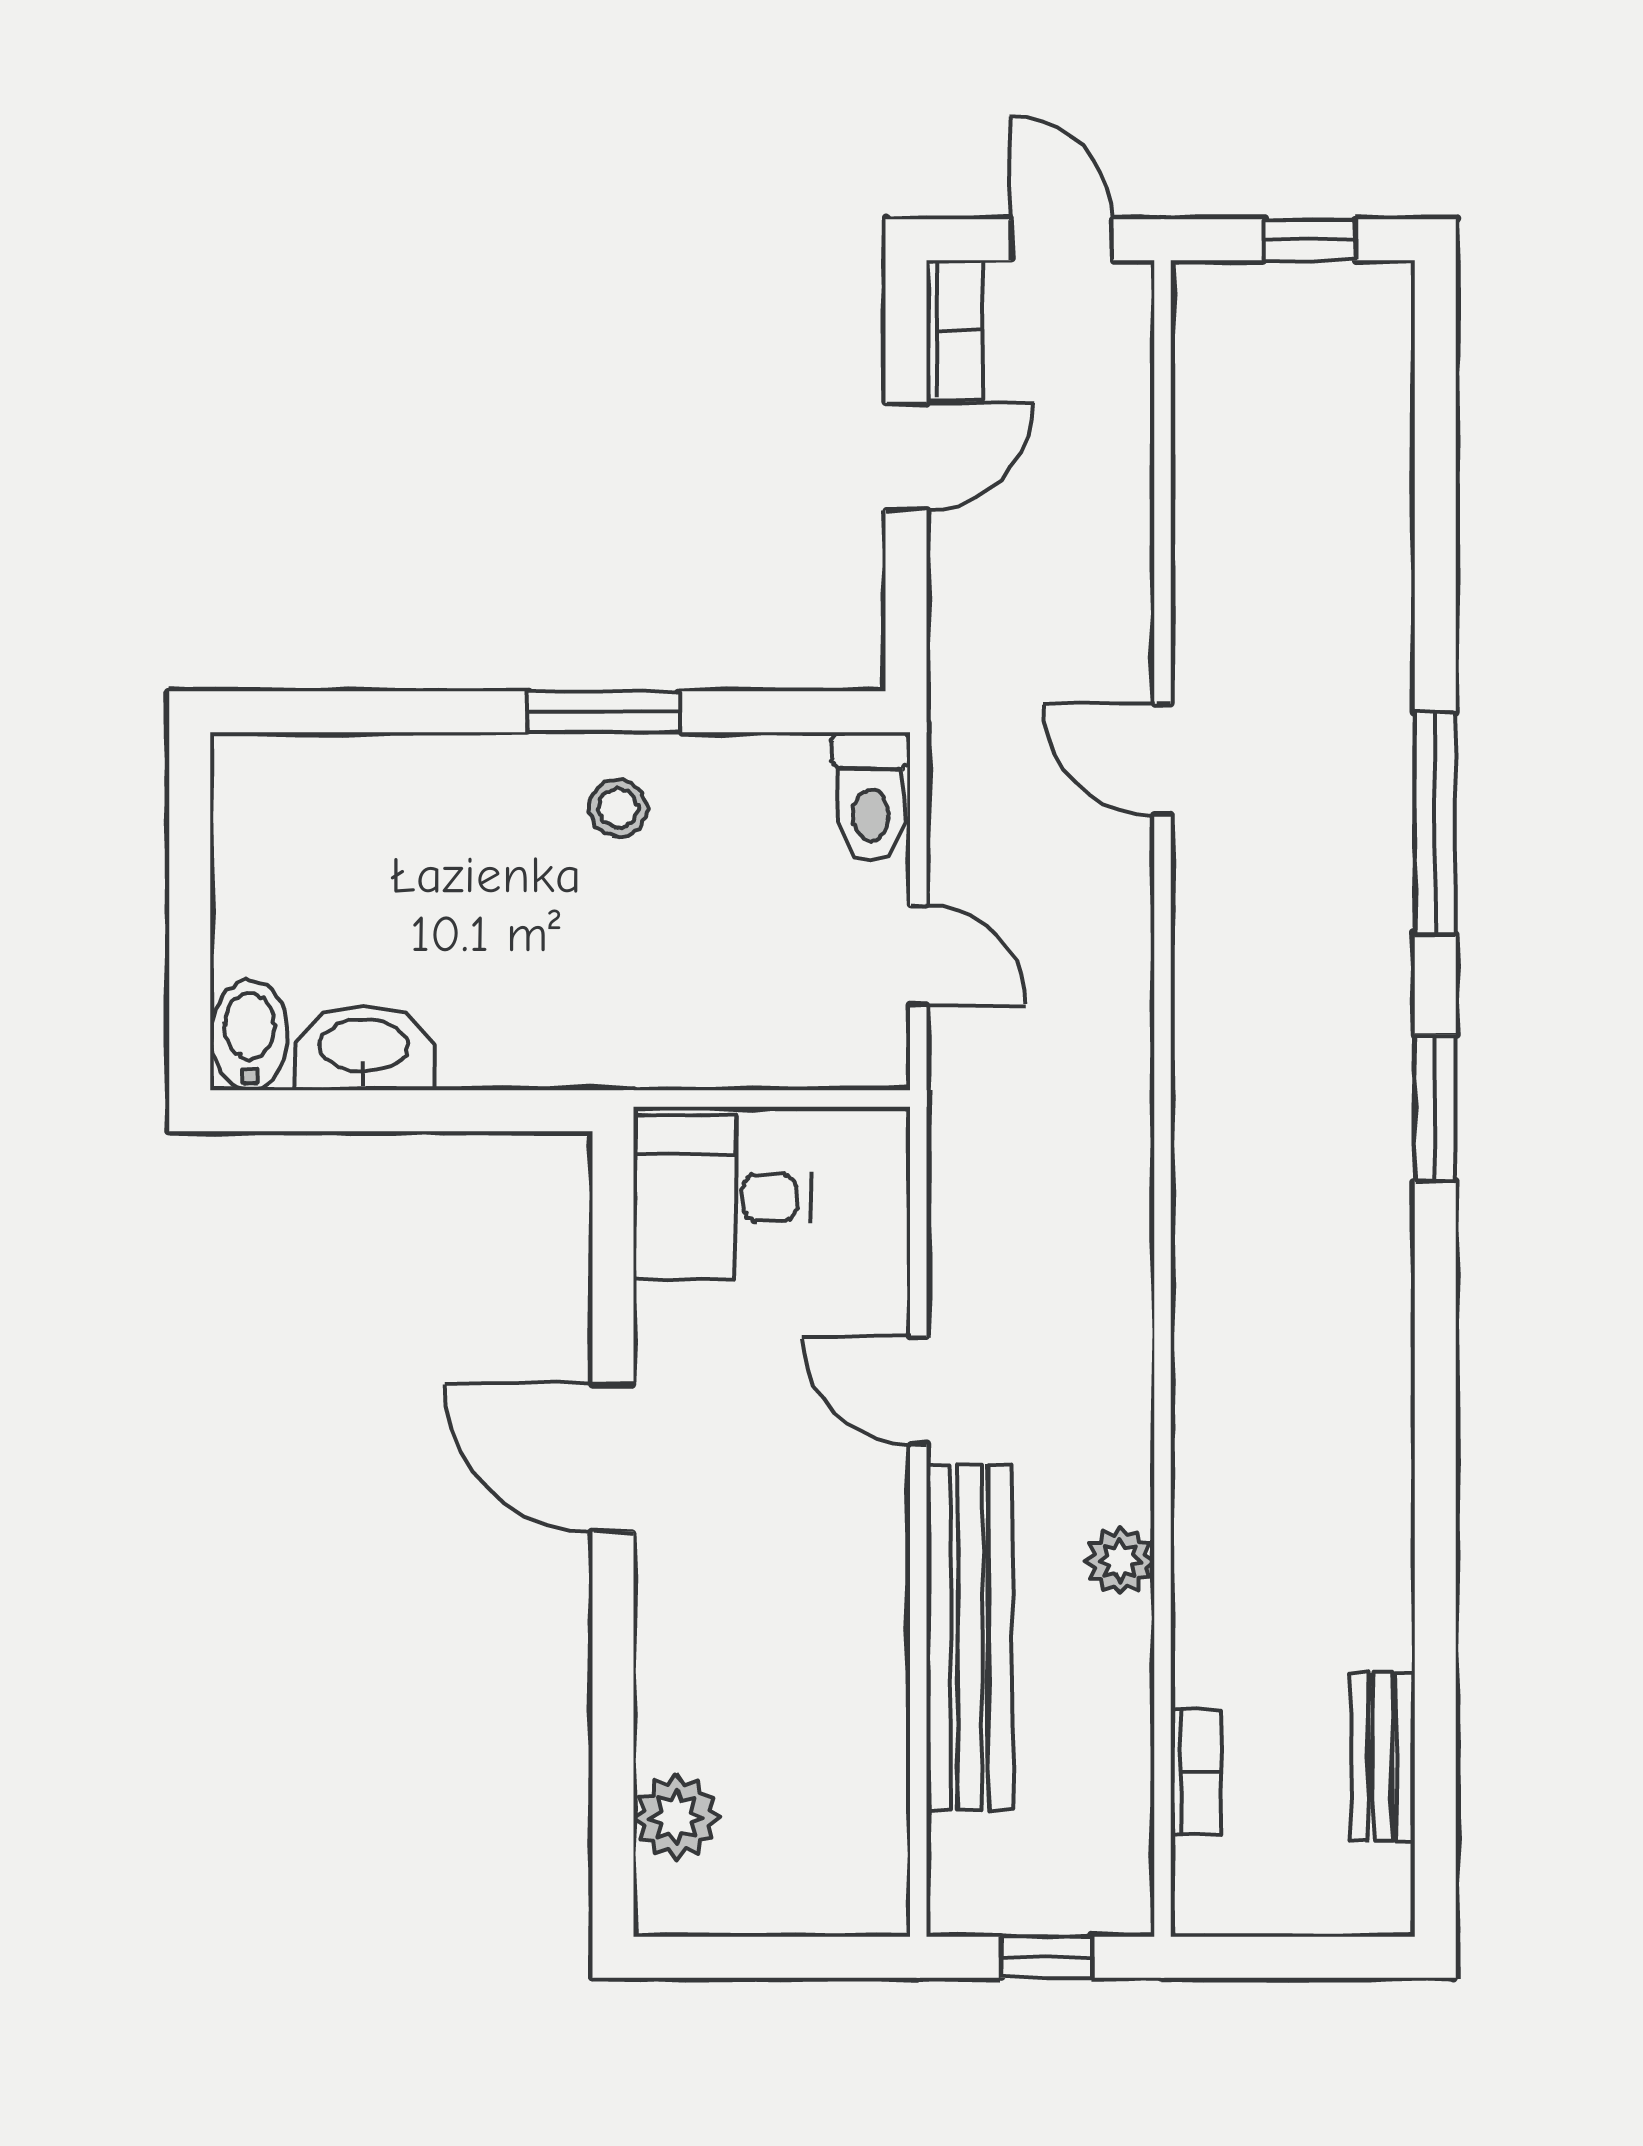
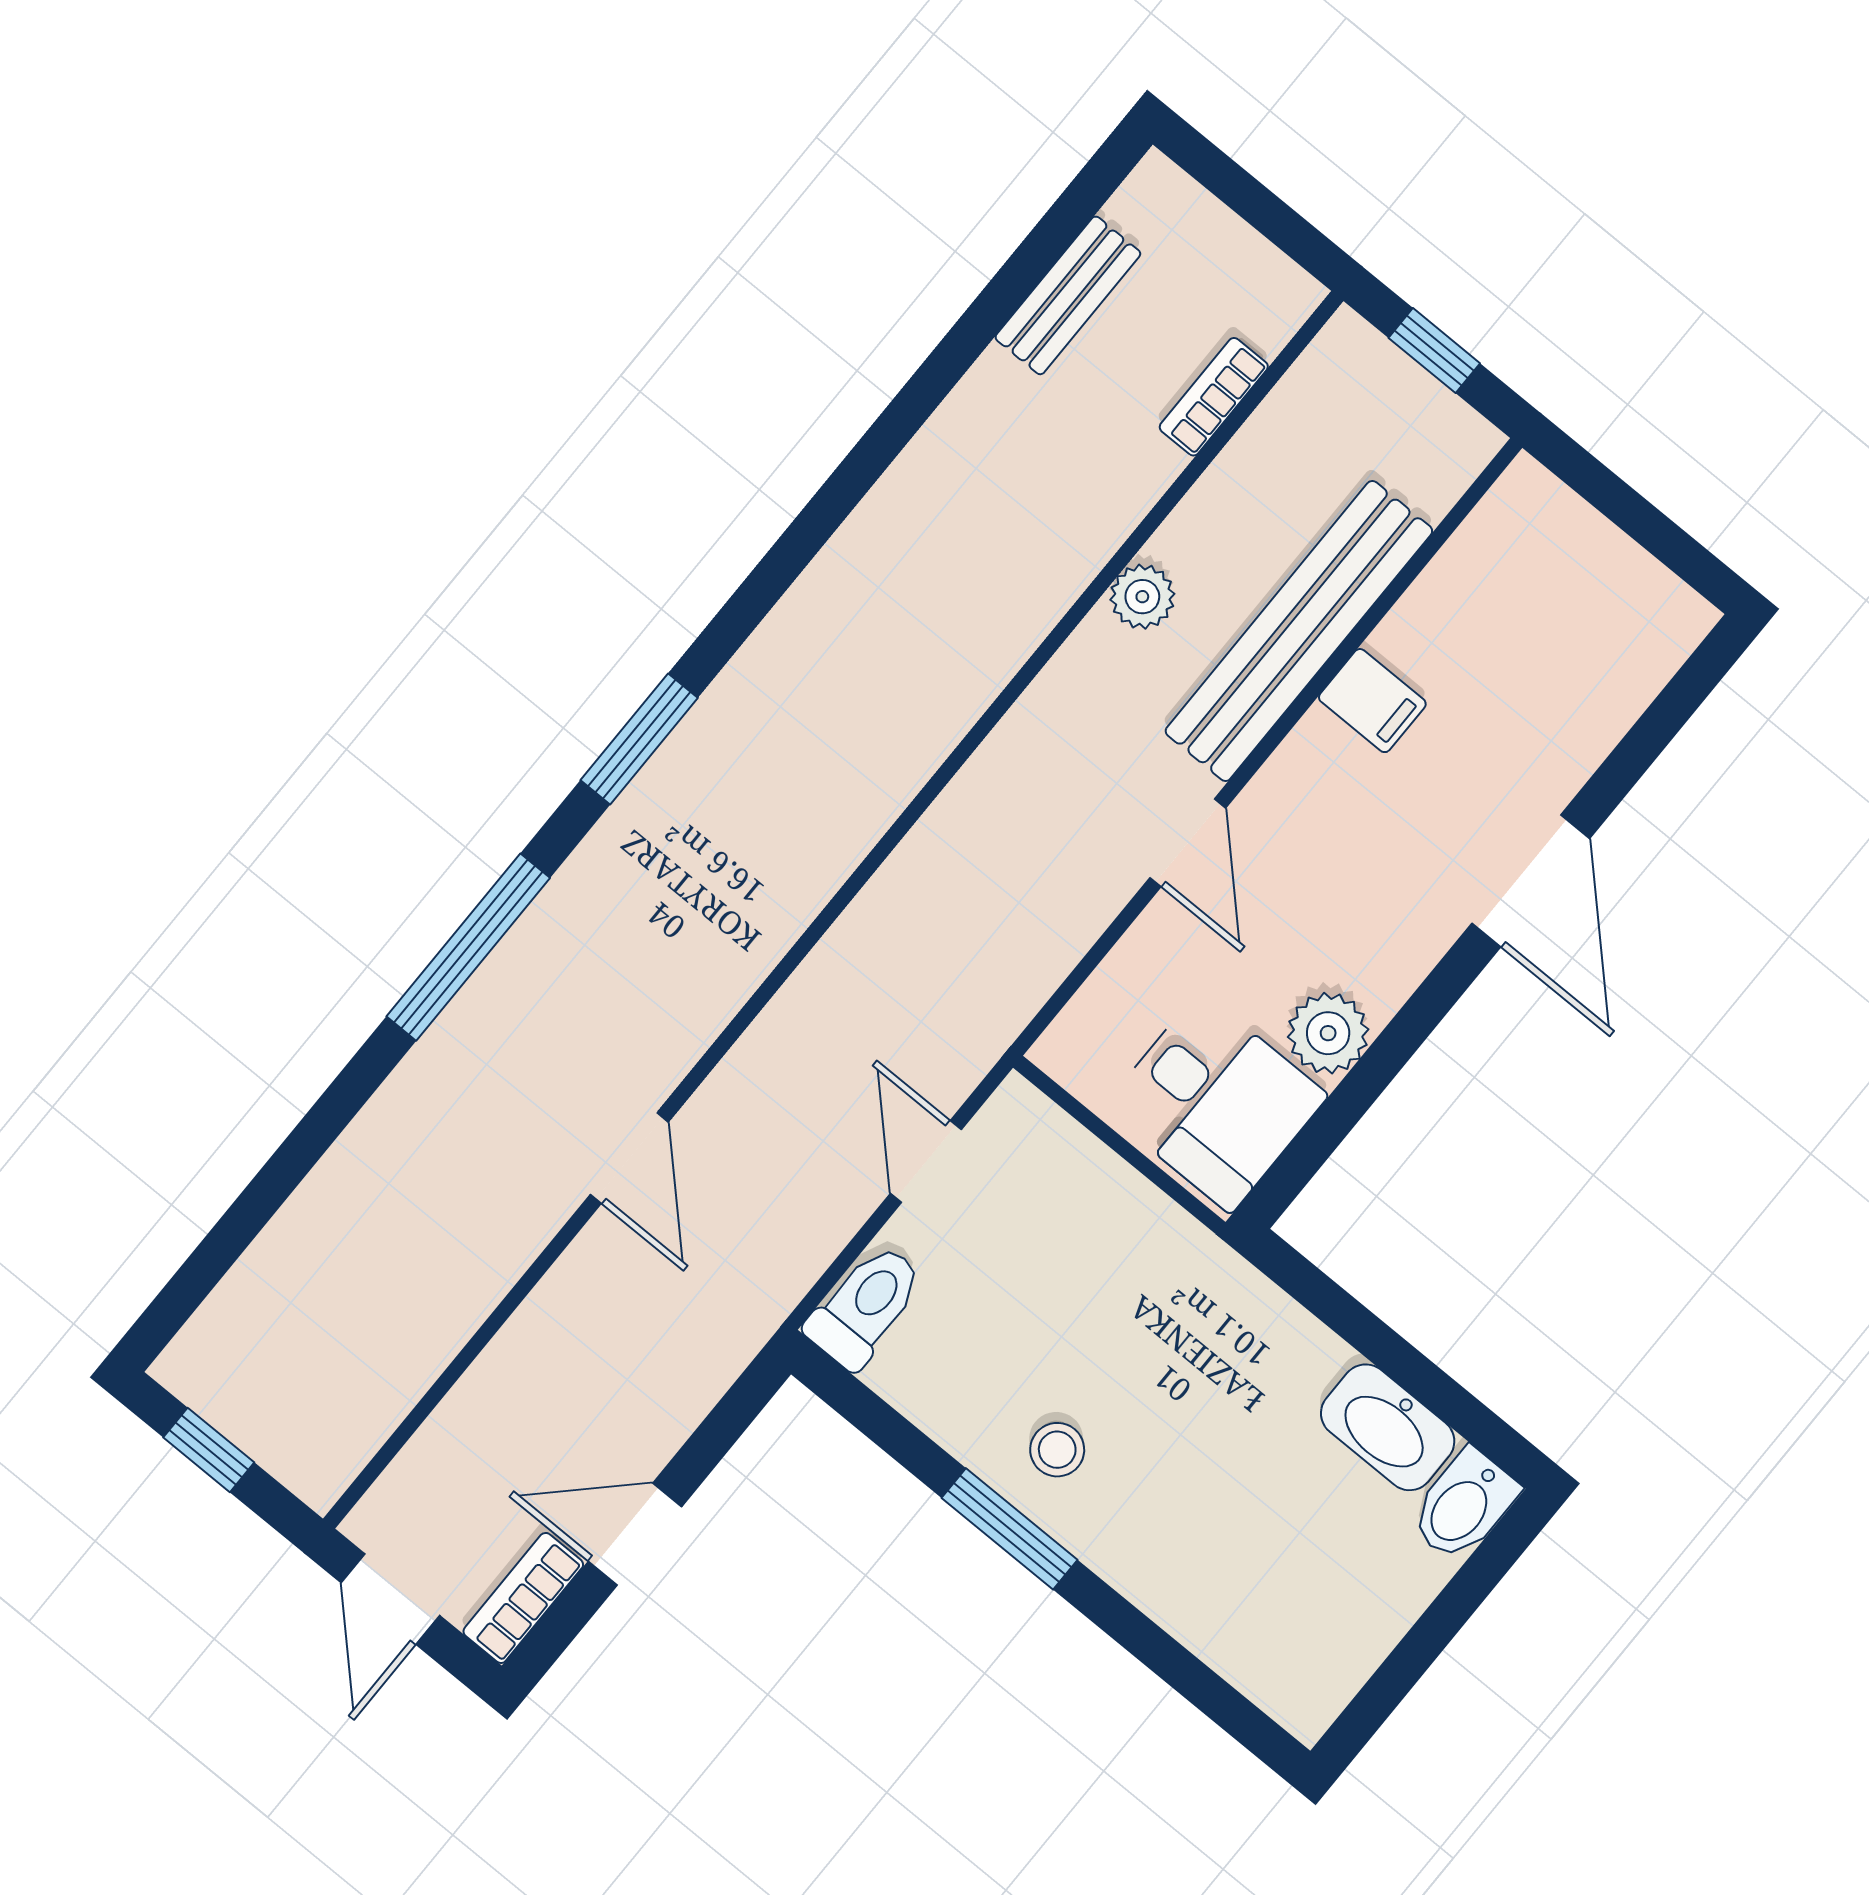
door: (613, 1458) -> (1531, 881), moved
filing cabinet: (863, 1630) -> (1372, 701), added
plant: (676, 1817) -> (1328, 1033), moved

